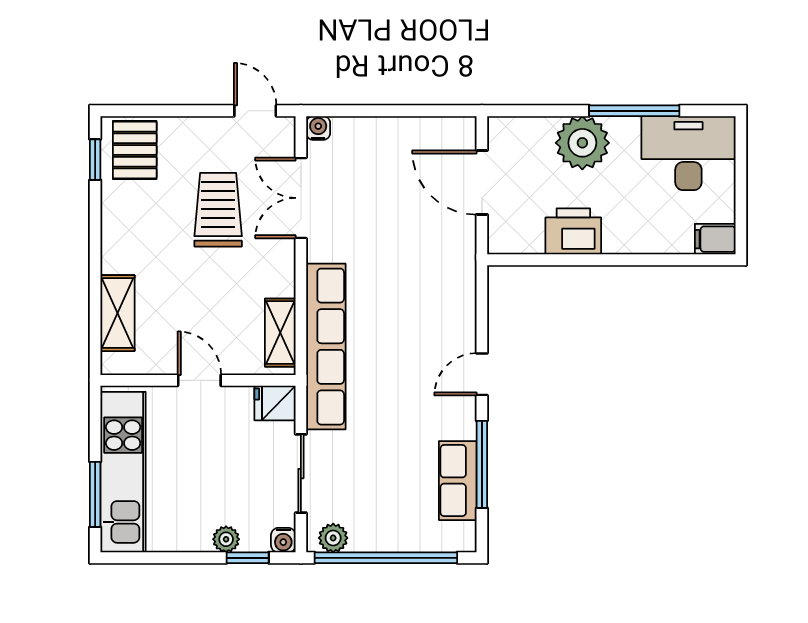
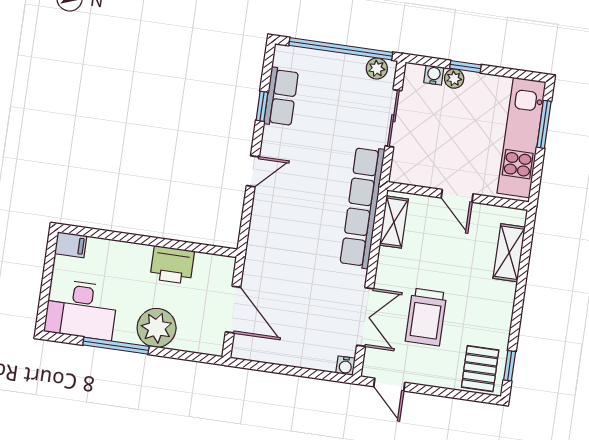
fridge: (275, 403) -> (405, 172), removed
window: (482, 464) -> (262, 106), width x0.46
water cooler: (283, 540) -> (434, 75), moved
window: (248, 558) -> (465, 67), moved

